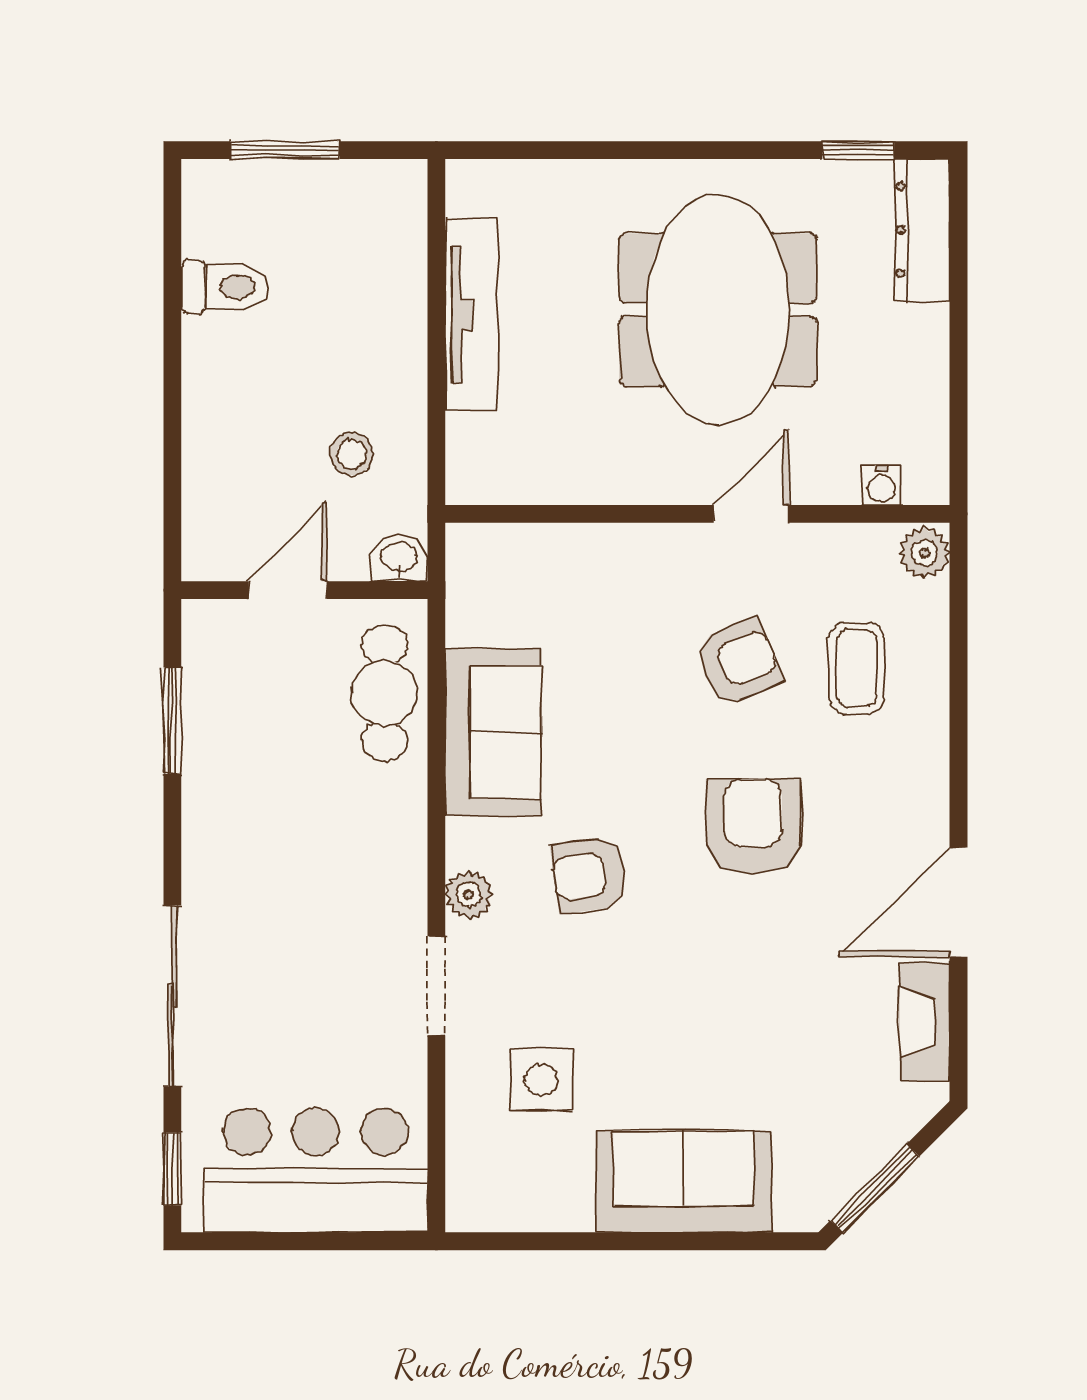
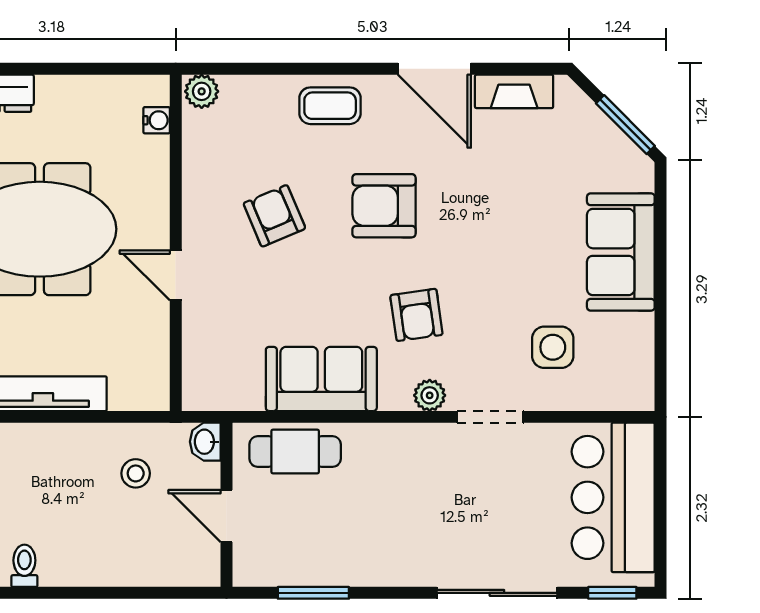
toilet: (225, 287) -> (24, 566), width x0.73, depth x0.72
door: (751, 514) -> (176, 275), moved
coffee table: (857, 668) -> (330, 106), moved

